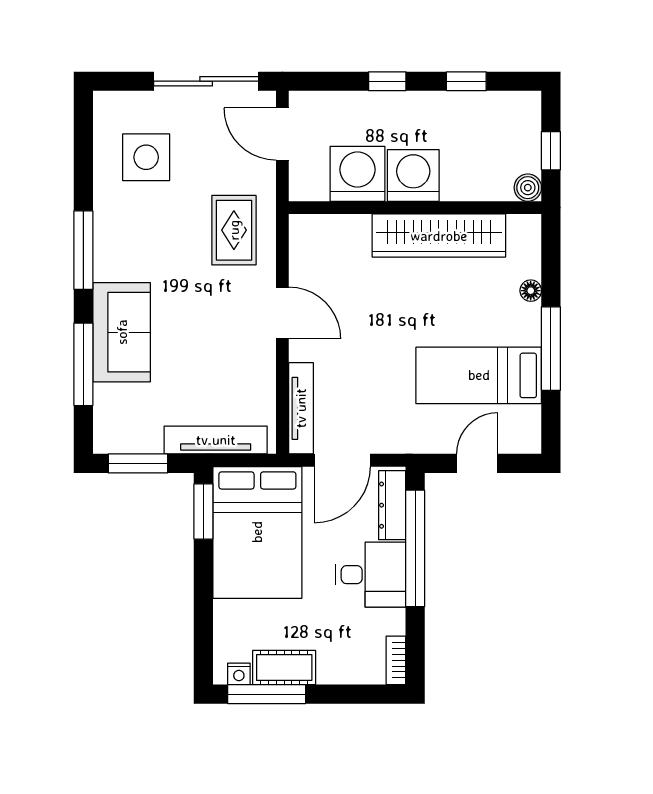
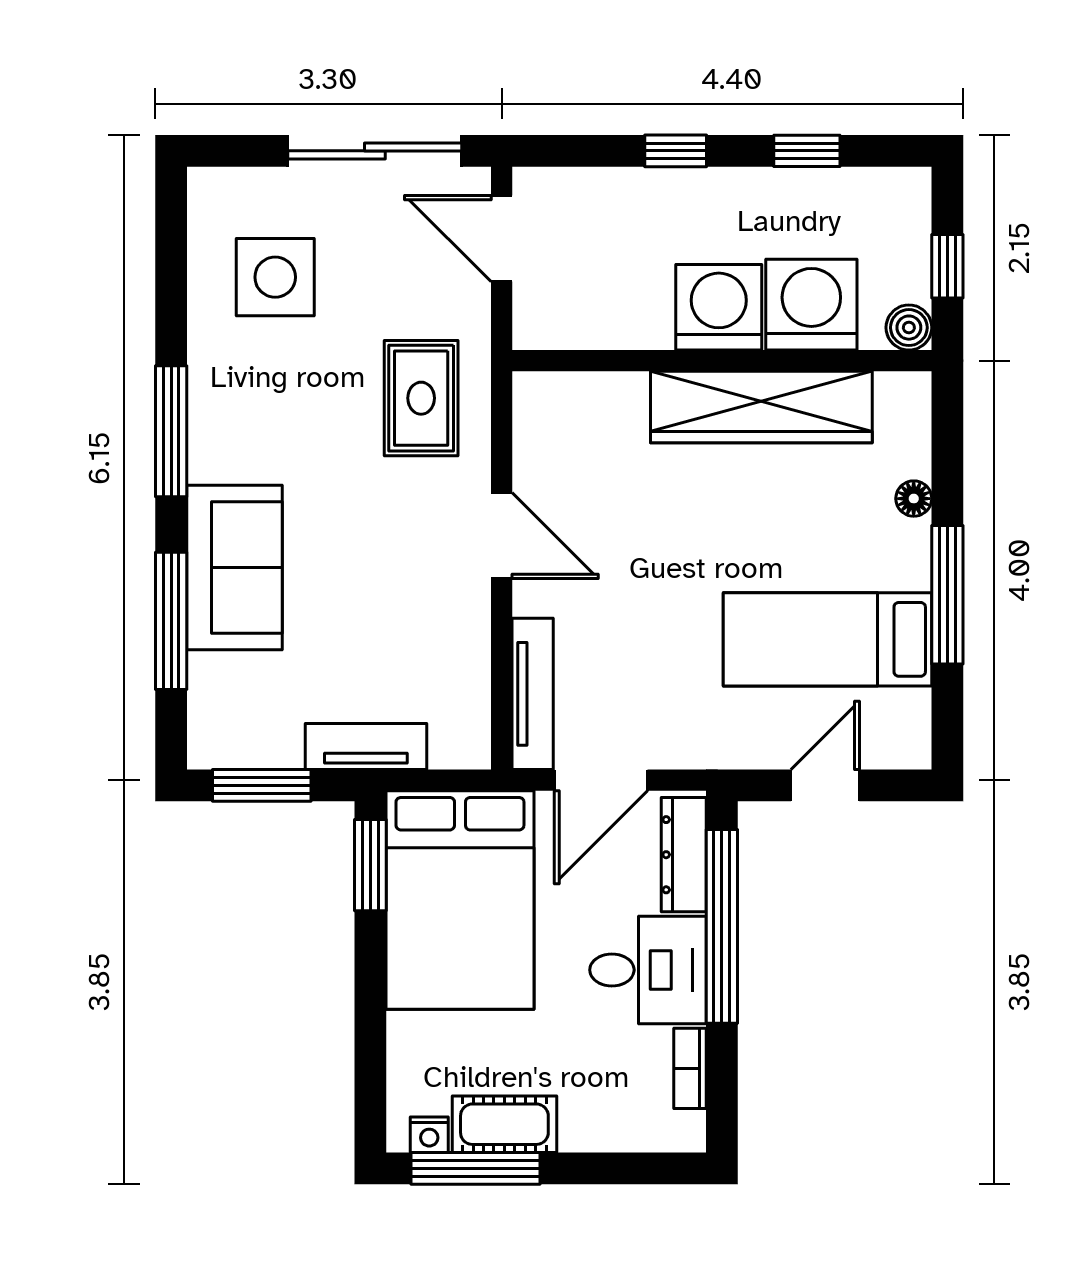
washing machine: (357, 174) -> (811, 305), moved
tv unit: (216, 440) -> (366, 747), width x0.71
bookcase: (396, 660) -> (690, 1068), moved

